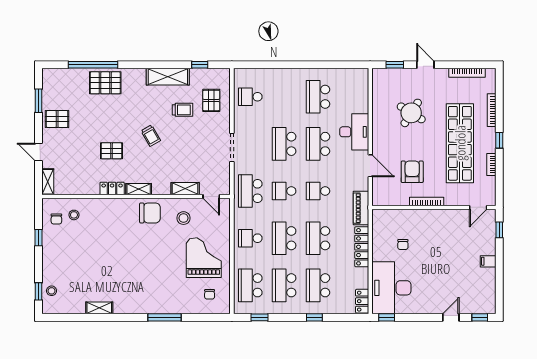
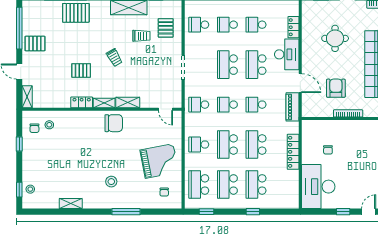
school desk: (284, 97) -> (227, 25), added
school desk: (318, 97) -> (256, 25), width x0.54
window: (38, 101) -> (19, 28), width x2.11
round table: (411, 113) -> (335, 38), turned -32
shelving: (185, 189) -> (128, 102), moved
school desk: (250, 191) -> (199, 105), width x0.54
piano: (361, 208) -> (292, 107), moved
stool: (184, 218) -> (111, 182), moved
grand piano: (204, 258) -> (159, 161), turned 79
locker: (362, 301) -> (293, 27), moved
window: (387, 317) -> (343, 212), moved

